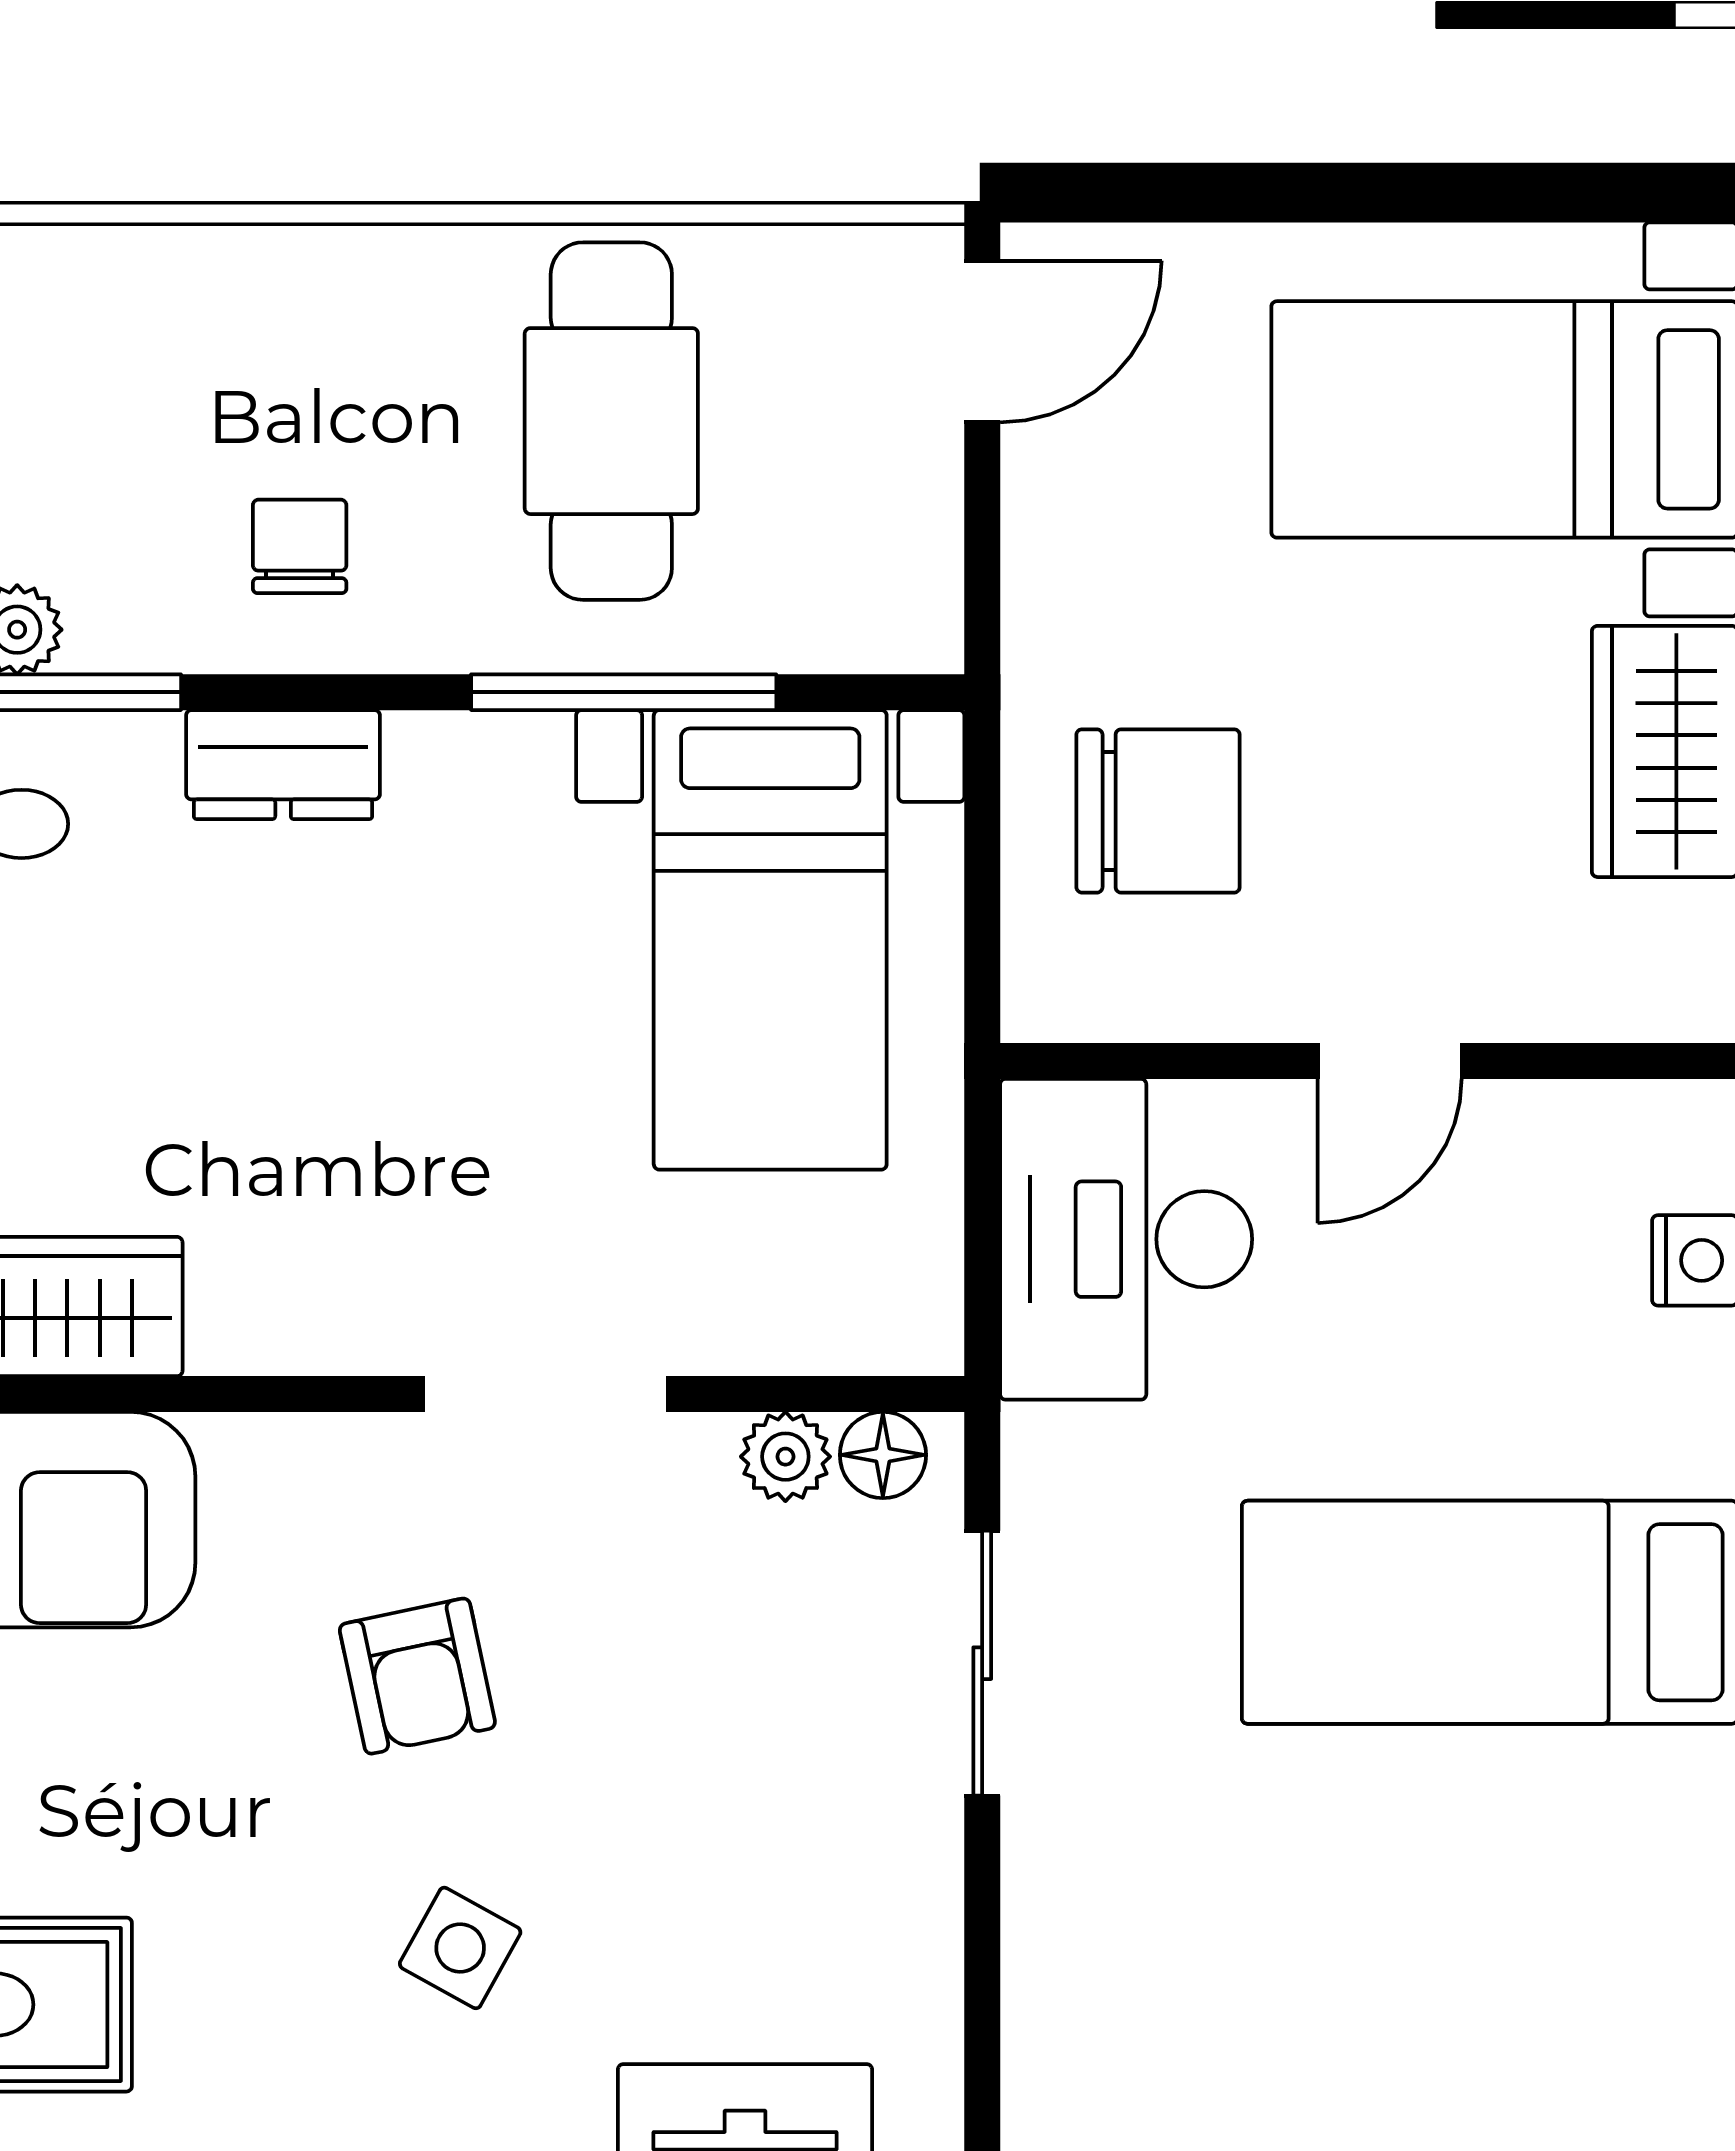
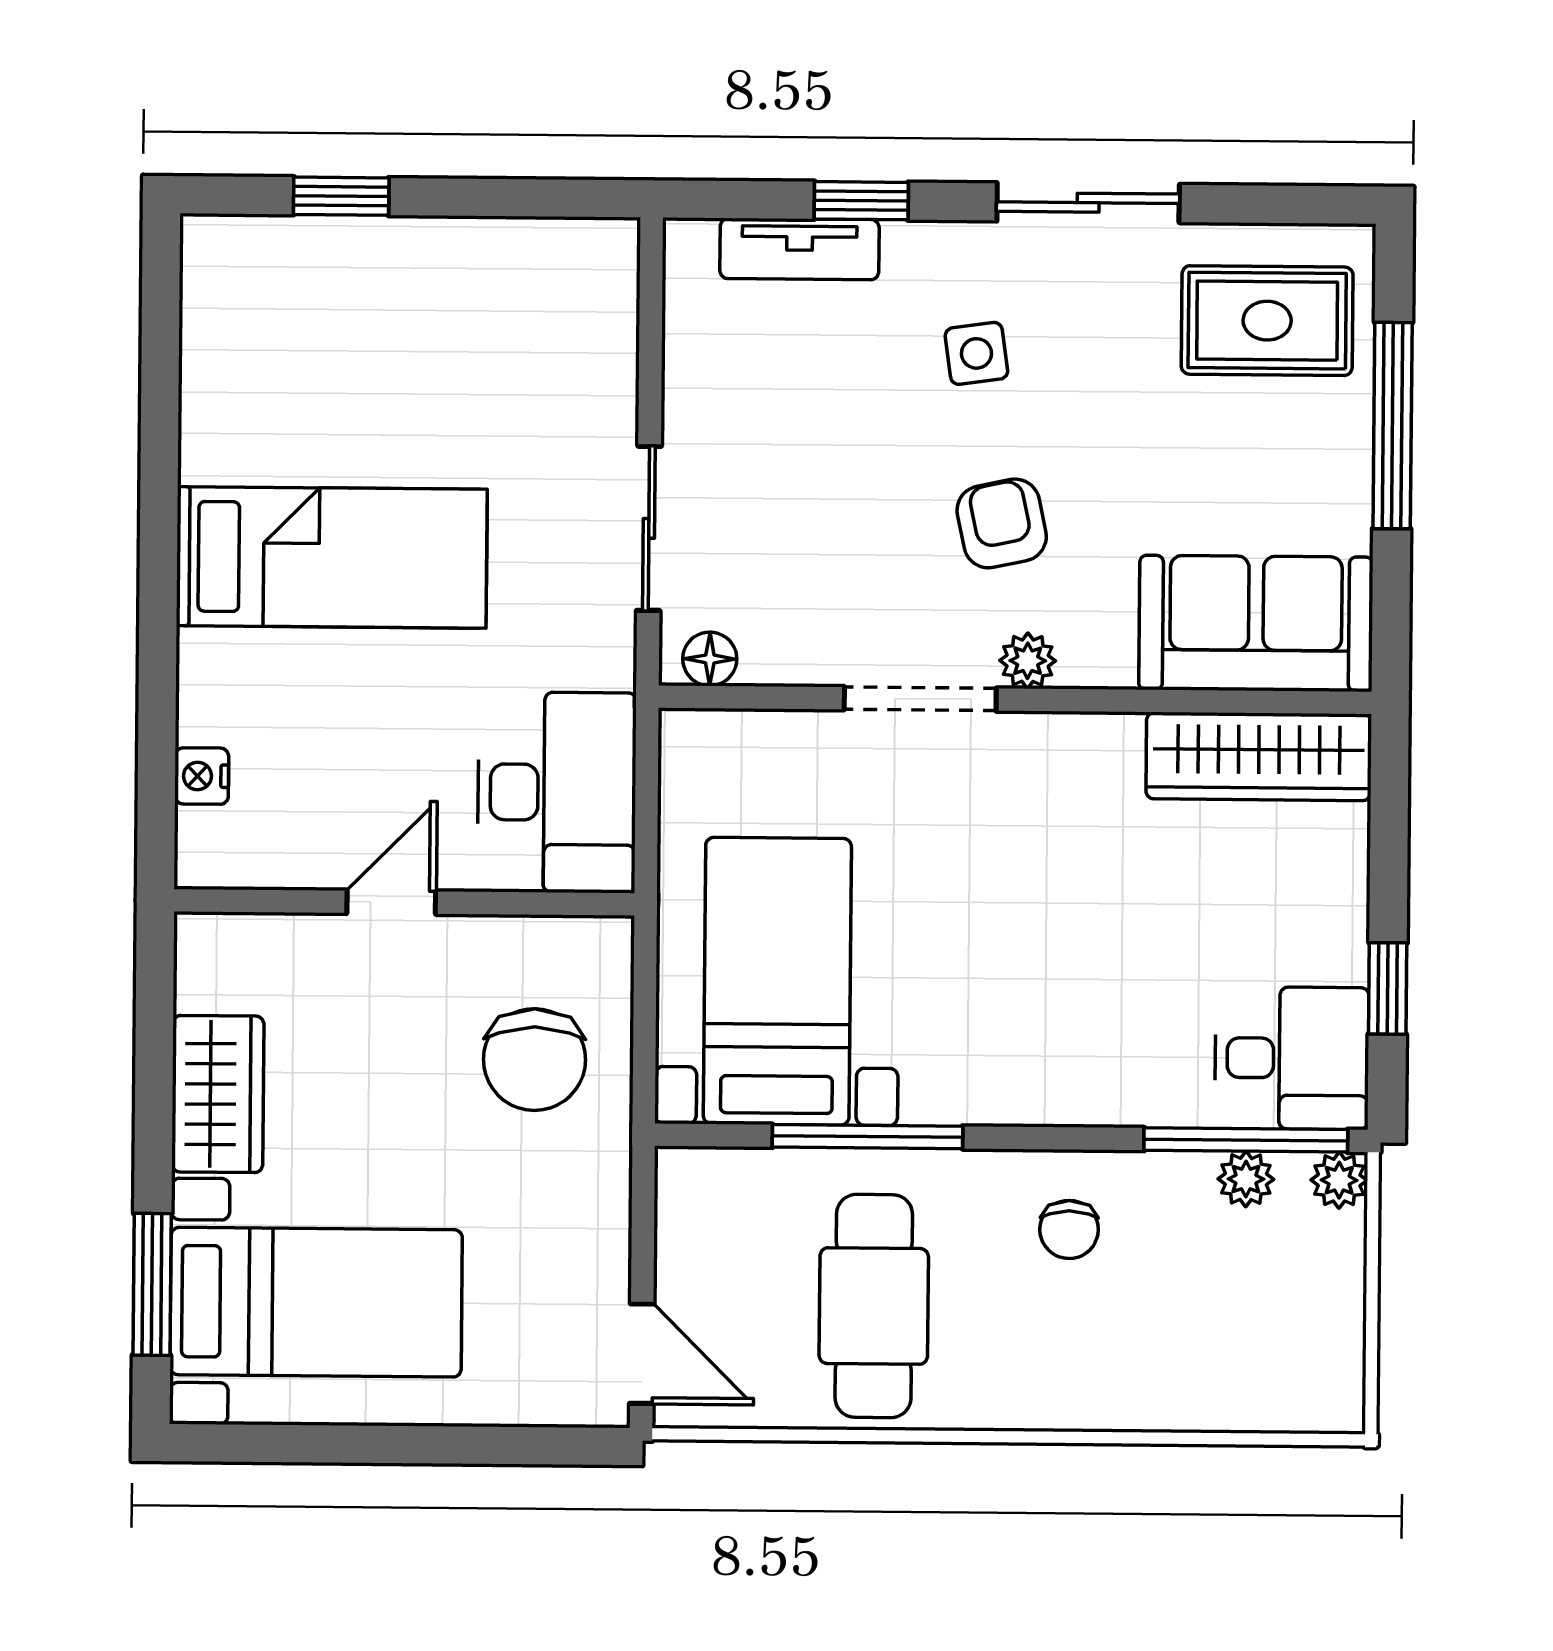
door: (982, 341) -> (642, 1354), swing flipped
dresser: (283, 765) -> (1081, 1093), removed
chair: (1158, 811) -> (535, 1060), turned -90
plant: (785, 1457) -> (1028, 661), moved
side table: (460, 1948) -> (976, 353), turned -37

